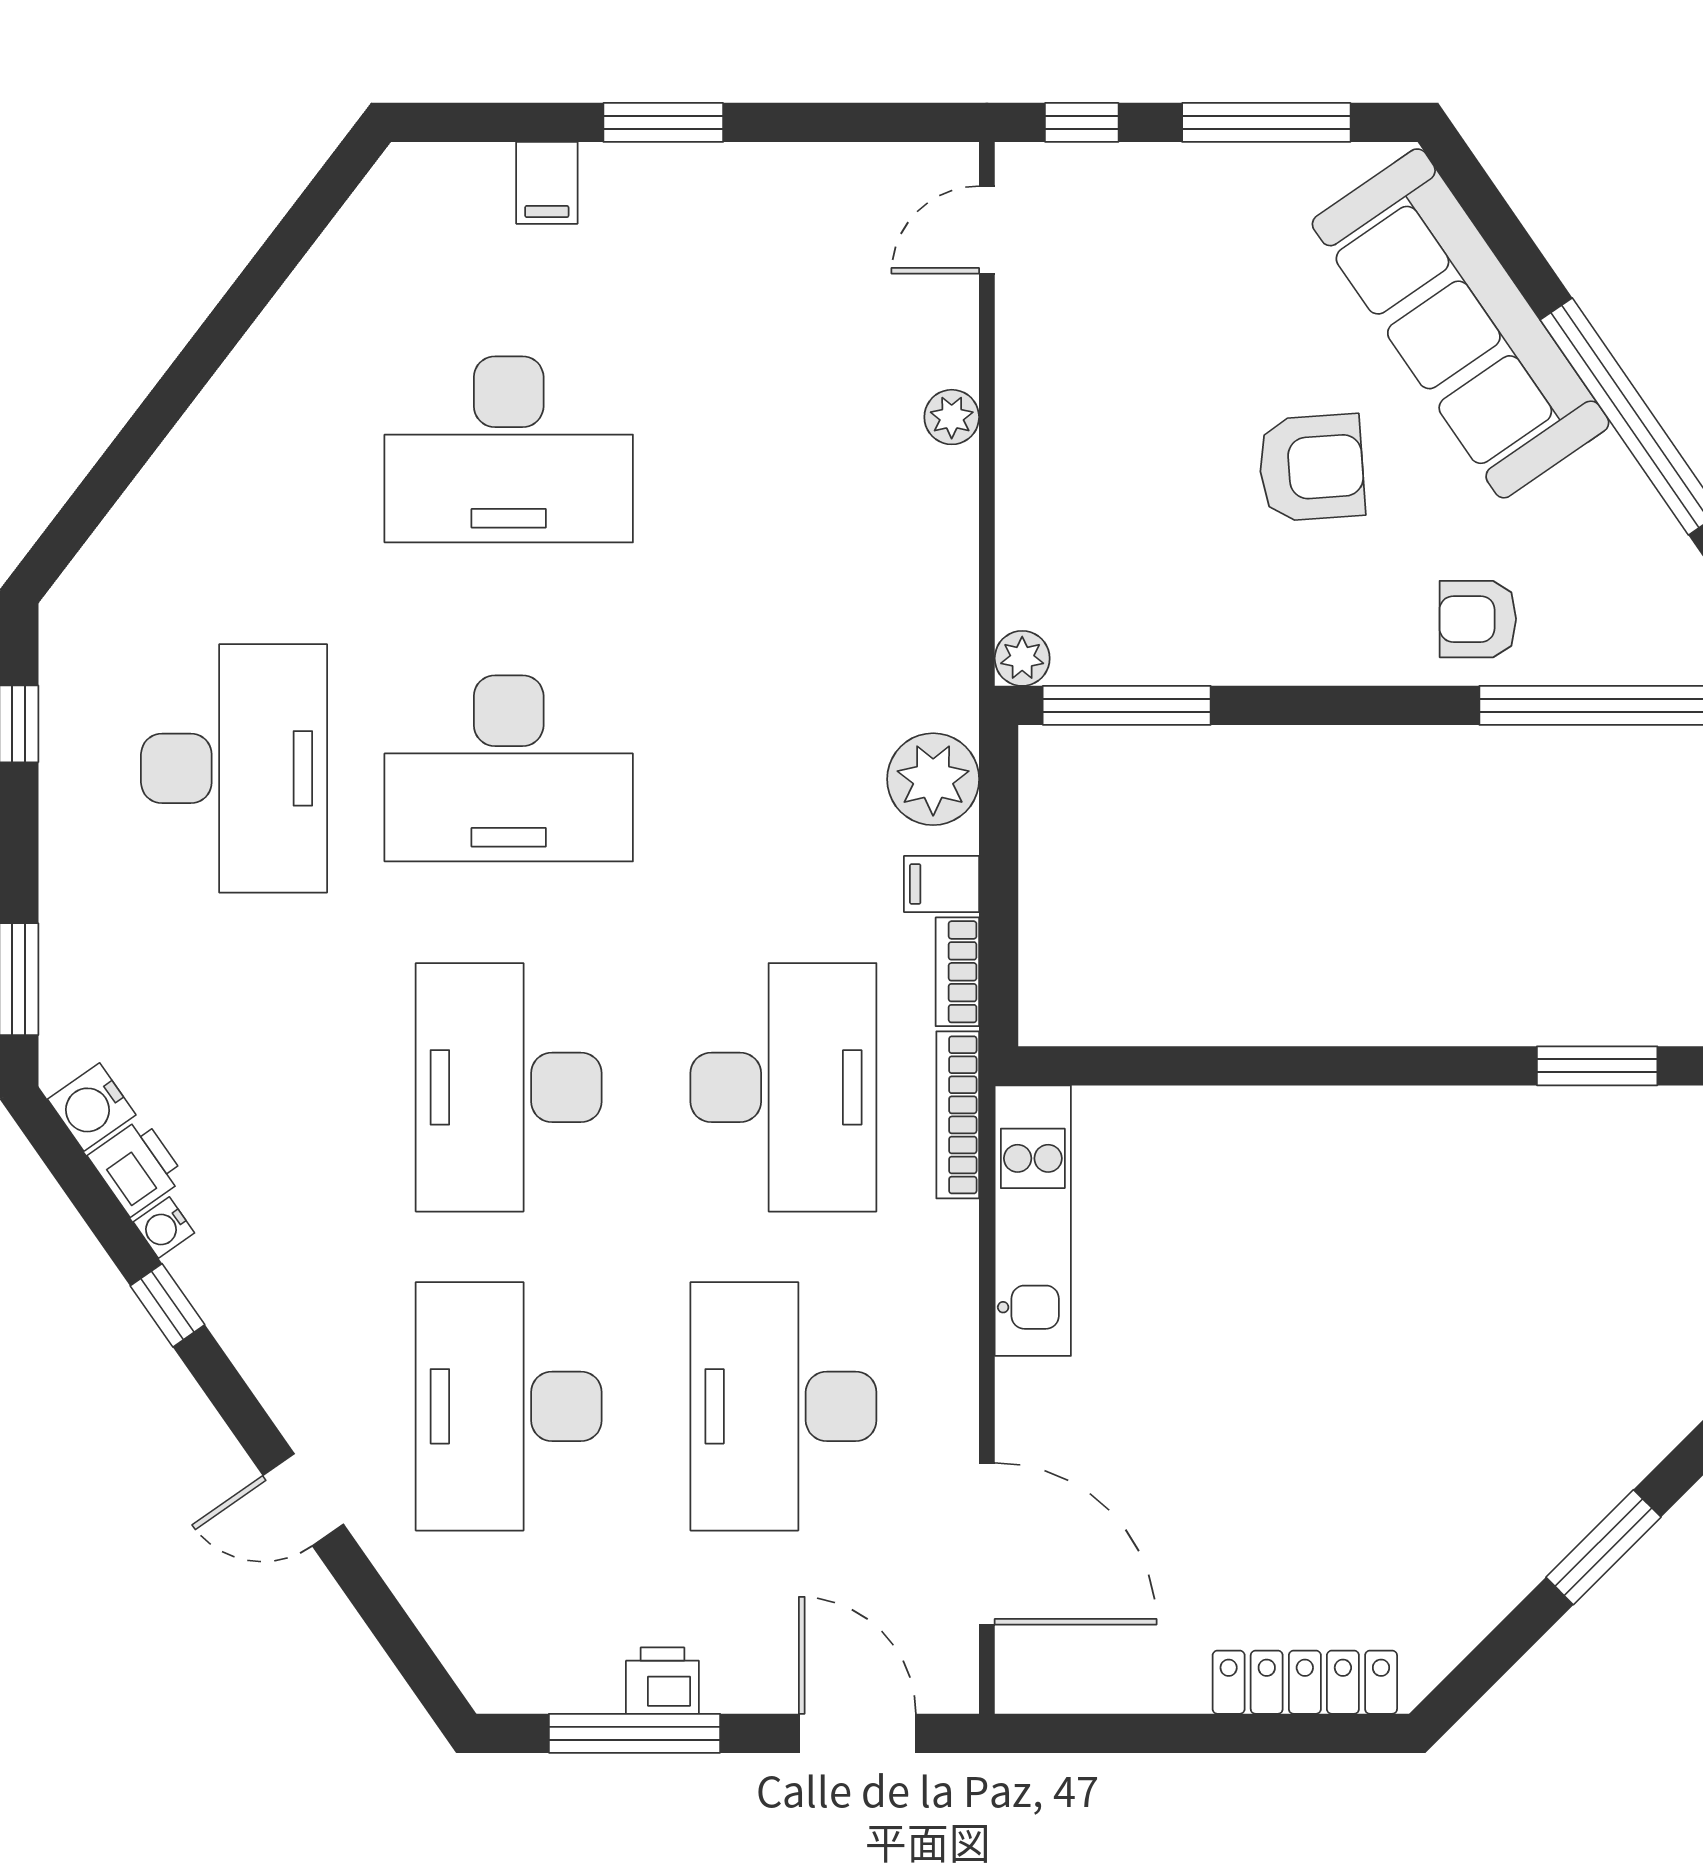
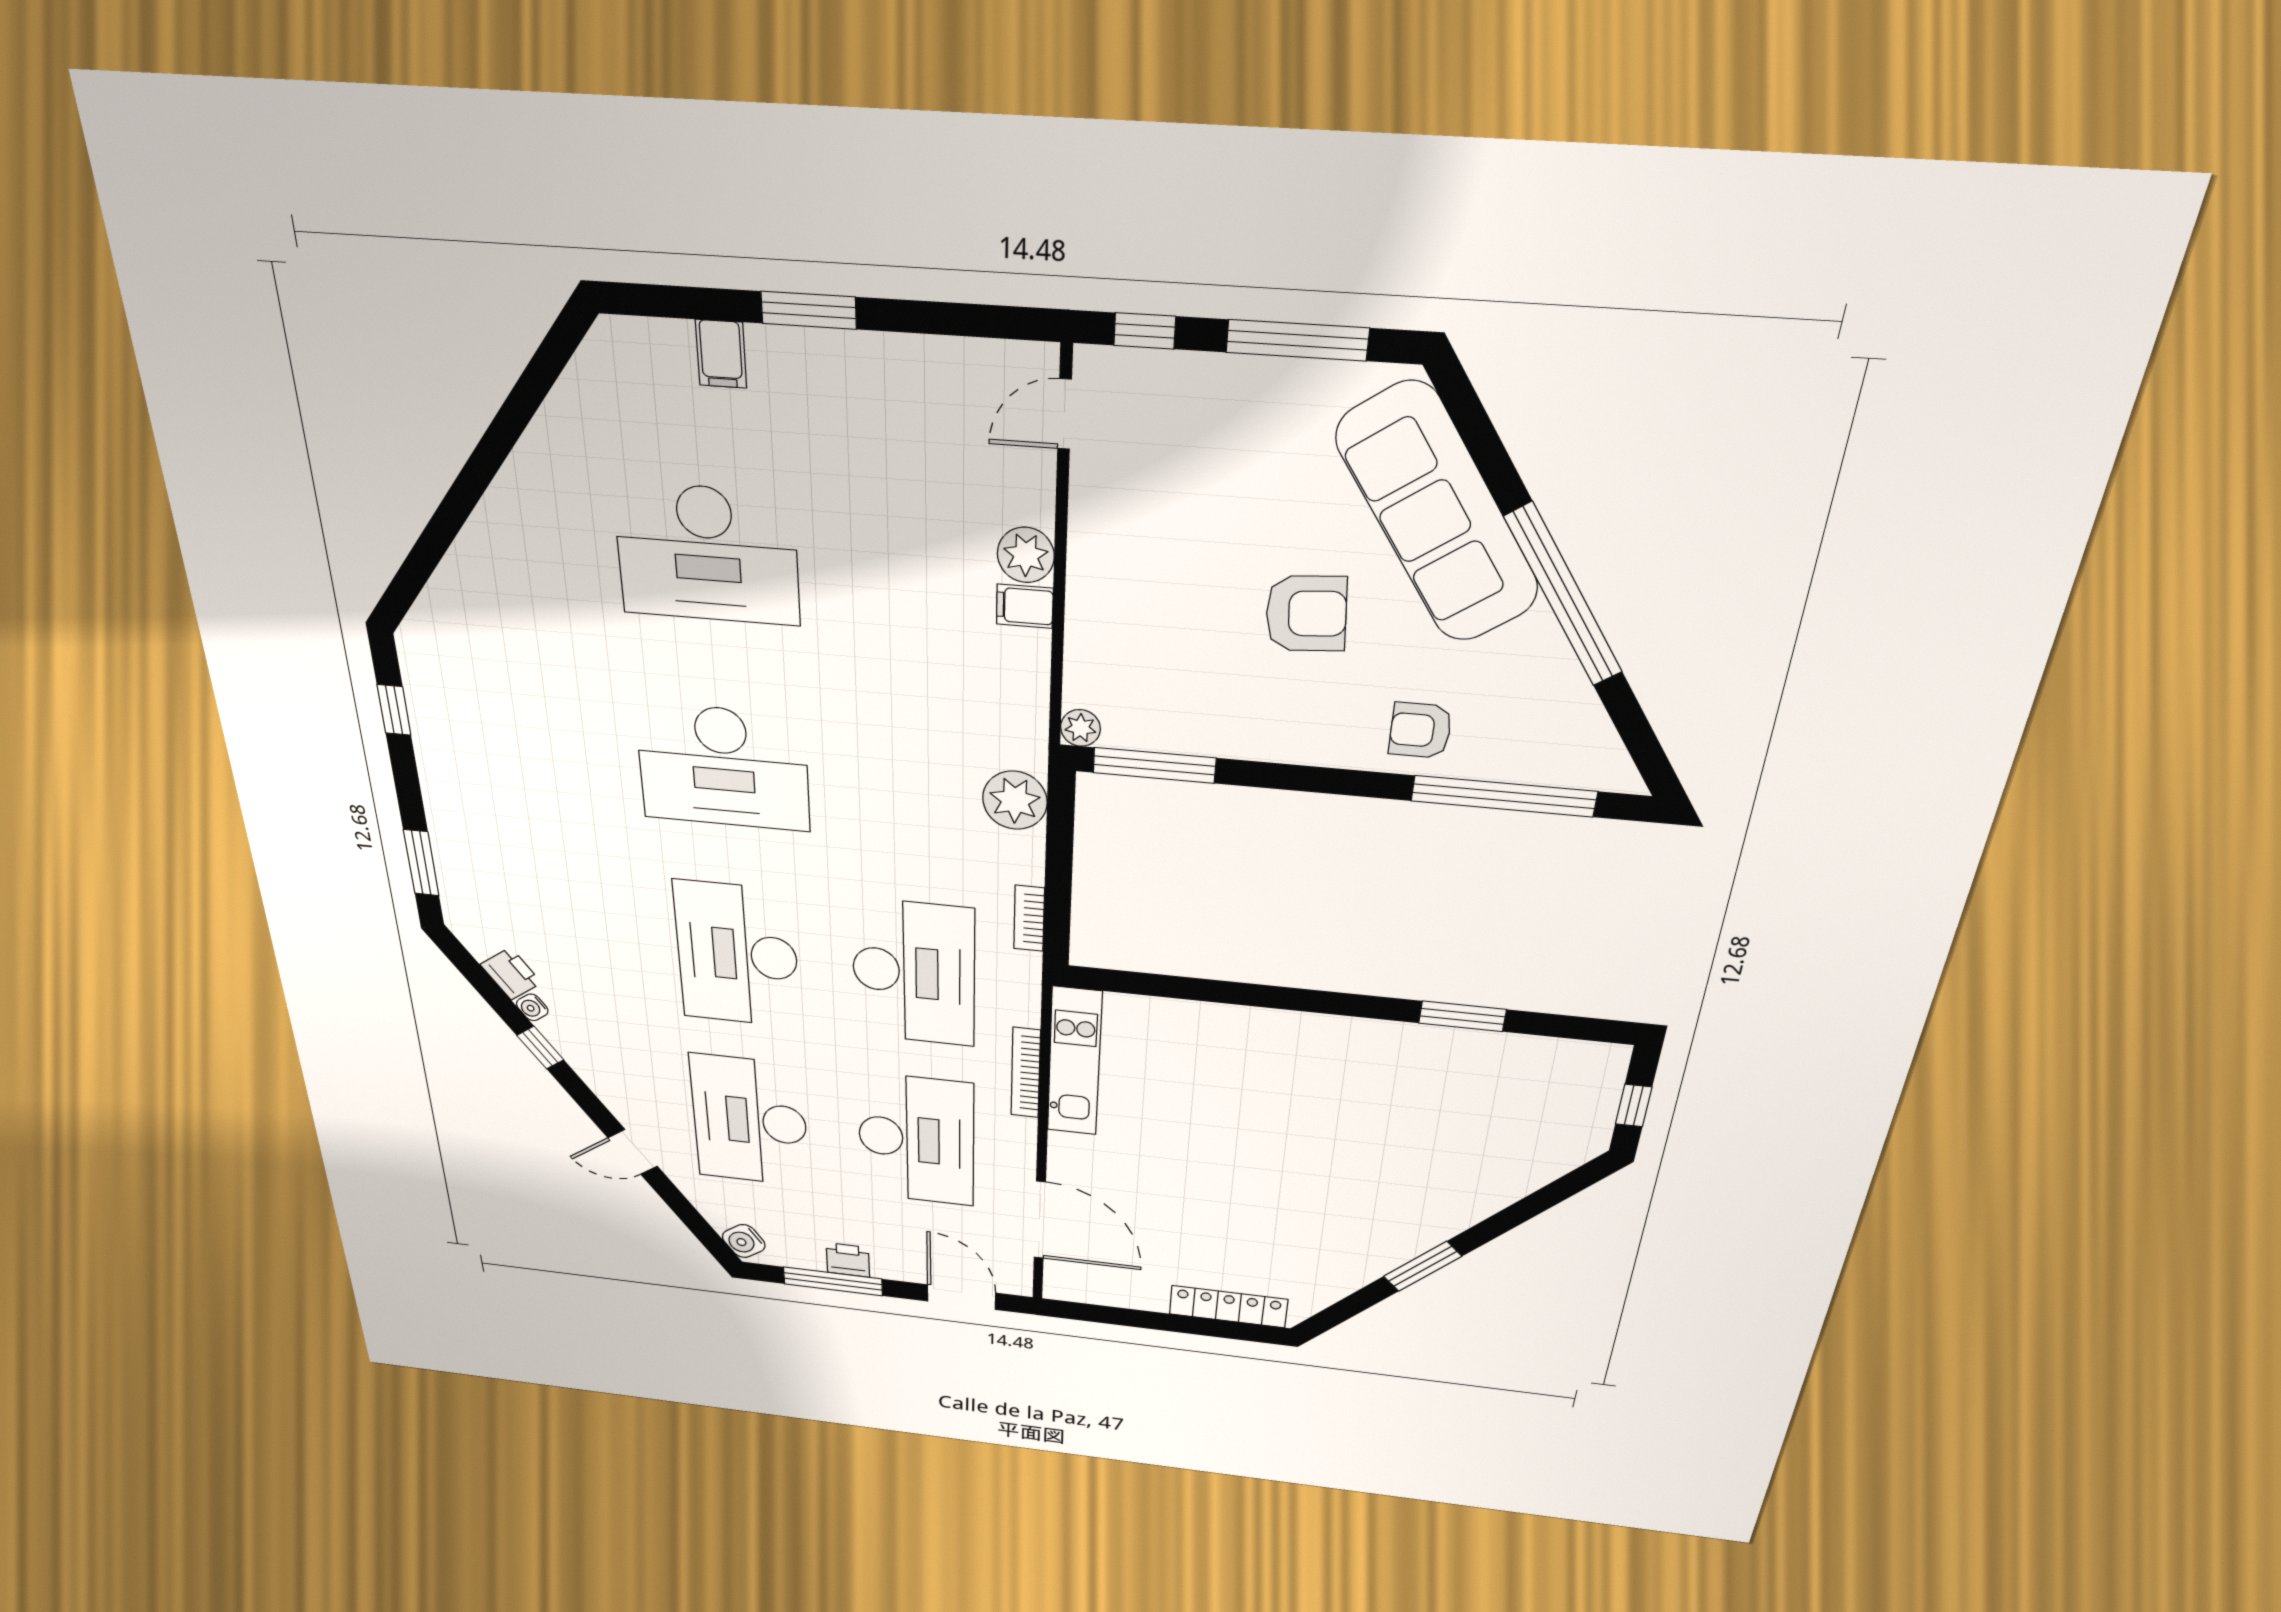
plant: (952, 417) -> (1026, 555), width x1.38, depth x1.38
desk: (234, 768) -> (540, 750), removed
filing cabinet: (942, 884) -> (1025, 606), moved
water cooler: (92, 1107) -> (744, 1241), moved
bookcase: (958, 1115) -> (1026, 1073), moved
desk: (783, 1406) -> (916, 1139), turned 180

